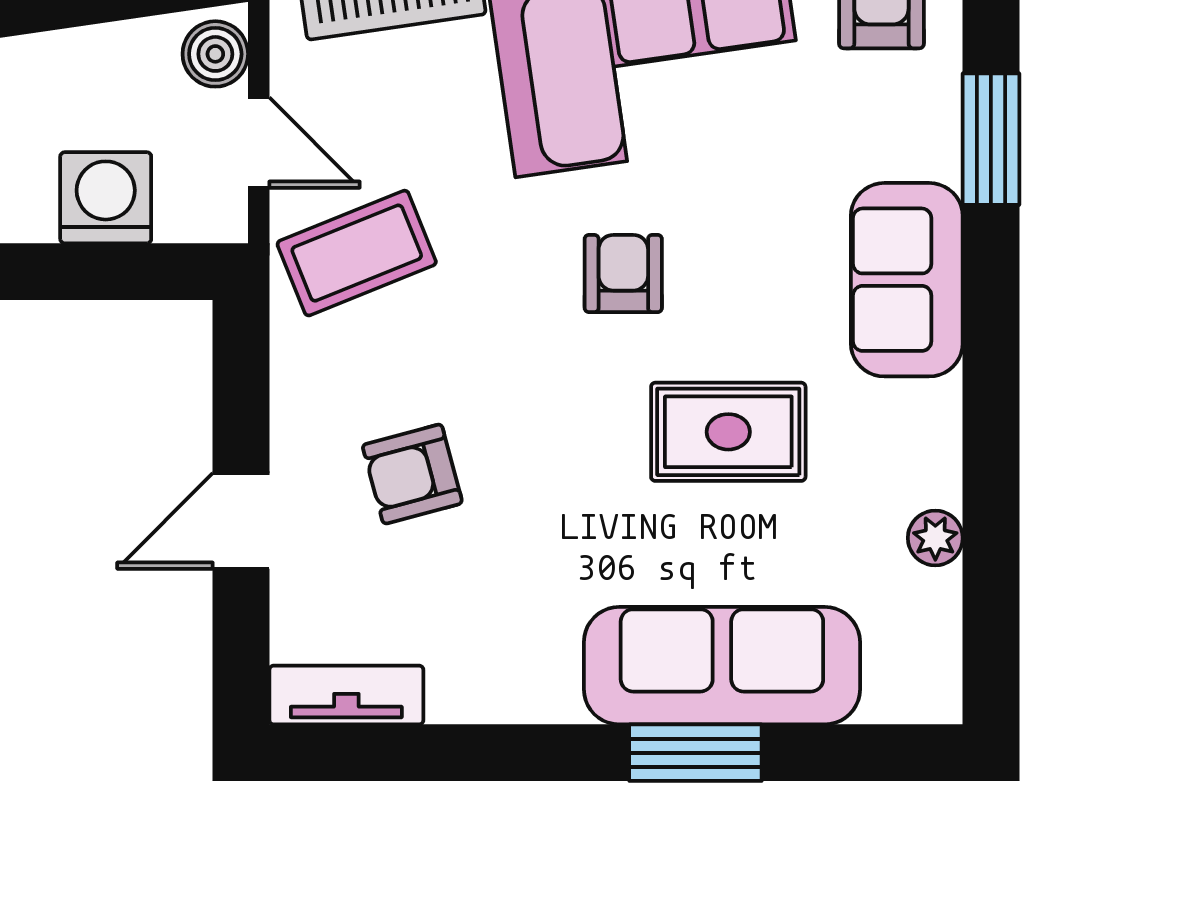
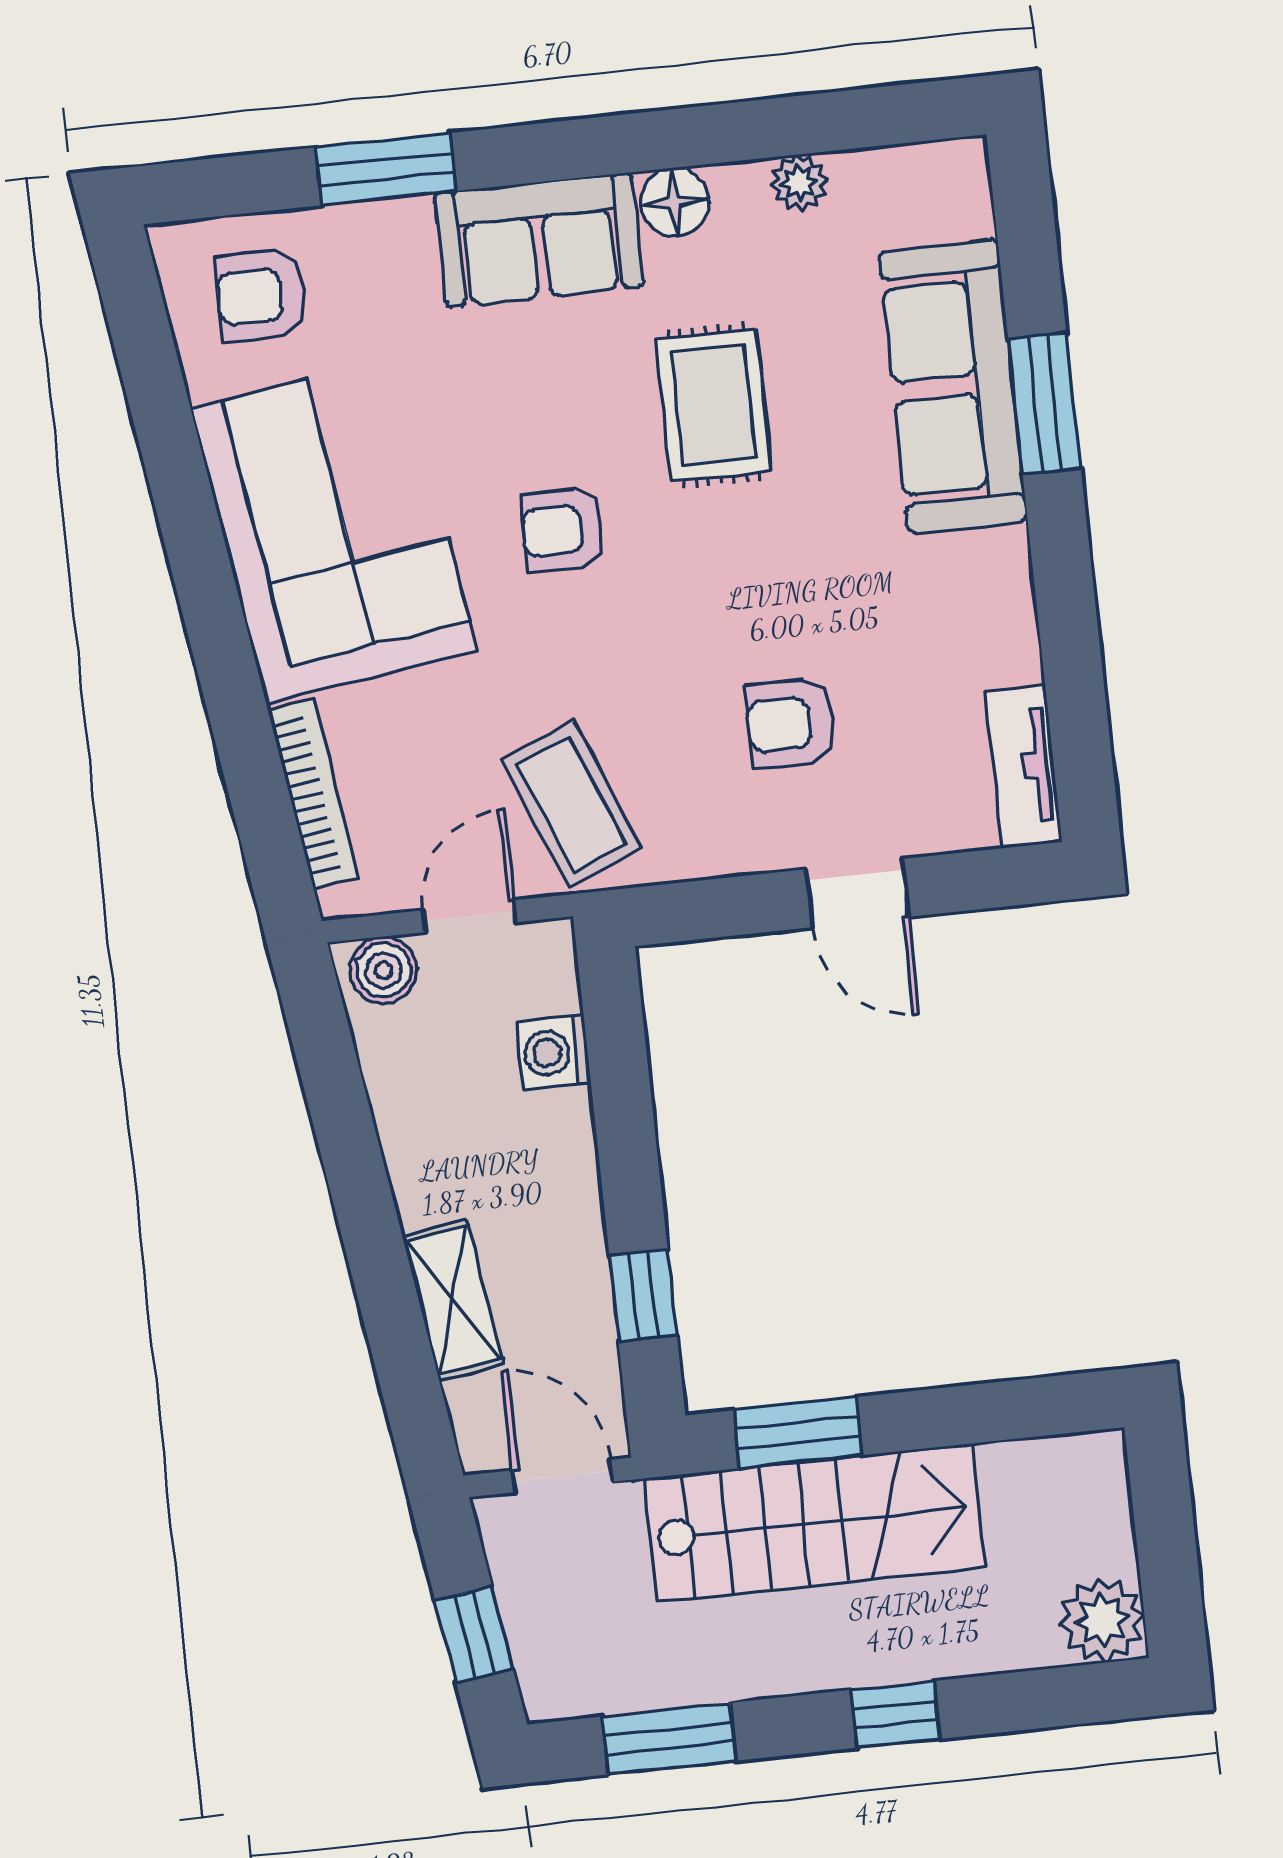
washing machine: (106, 198) -> (554, 1052), width x0.73, depth x0.73
floor lamp: (929, 415) -> (675, 202), added
armchair: (412, 474) -> (791, 723), turned 105

